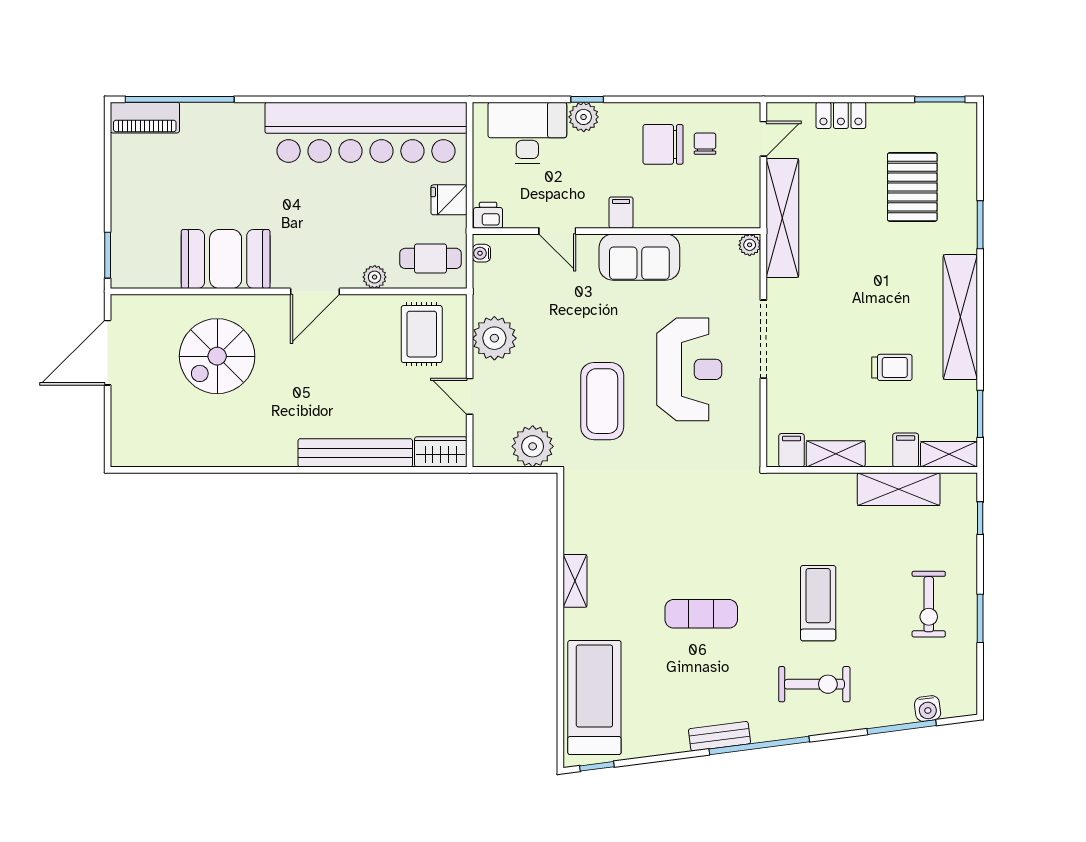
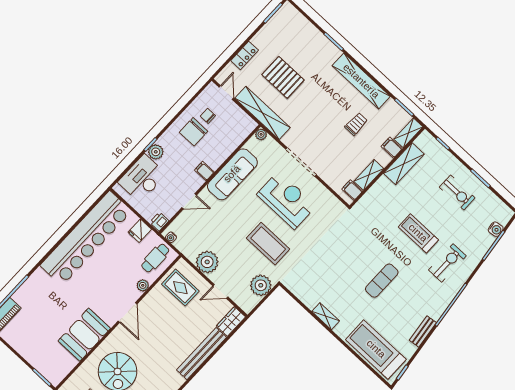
pallet: (912, 187) -> (283, 77), moved
sofa: (639, 257) -> (232, 174), width x1.36
bench: (720, 736) -> (423, 331), moved

